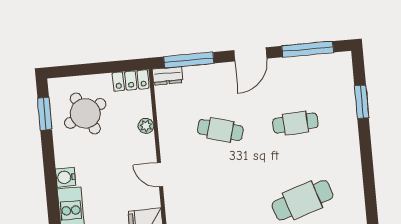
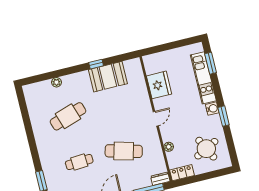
window: (45, 114) -> (224, 116), moved
cafe table: (220, 130) -> (124, 151), width x1.37, depth x1.35
door: (160, 175) -> (156, 119), hinge flipped

